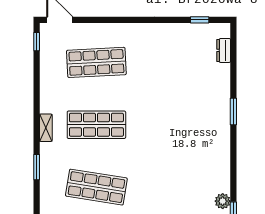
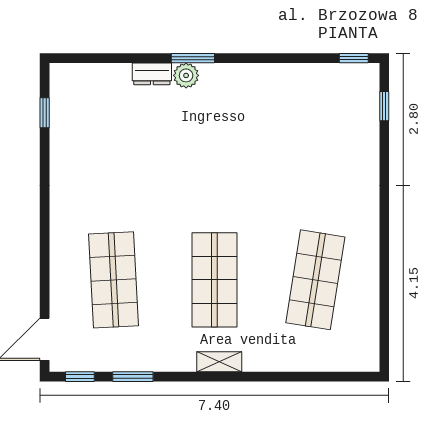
dresser: (224, 50) -> (152, 74), moved
window: (37, 167) -> (133, 377), moved
plant: (223, 201) -> (186, 75), moved

